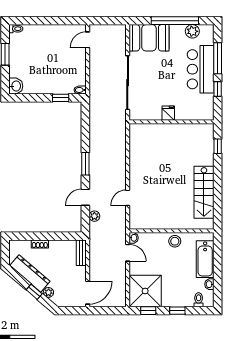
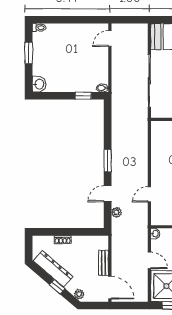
bench: (81, 253) -> (103, 263), moved
door: (128, 253) -> (149, 260), moved
plant: (48, 292) -> (79, 294), moved
door: (88, 293) -> (110, 288), hinge flipped

